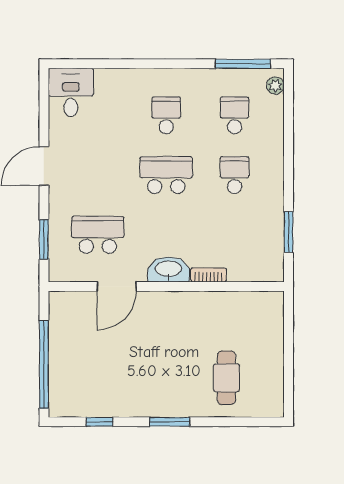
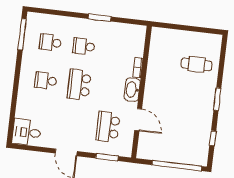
plant: (275, 85) -> (36, 18), removed
window: (289, 232) -> (100, 18), moved

